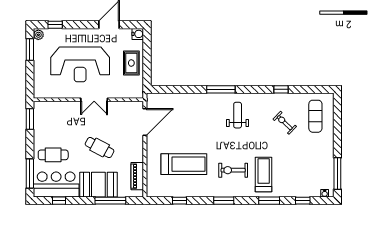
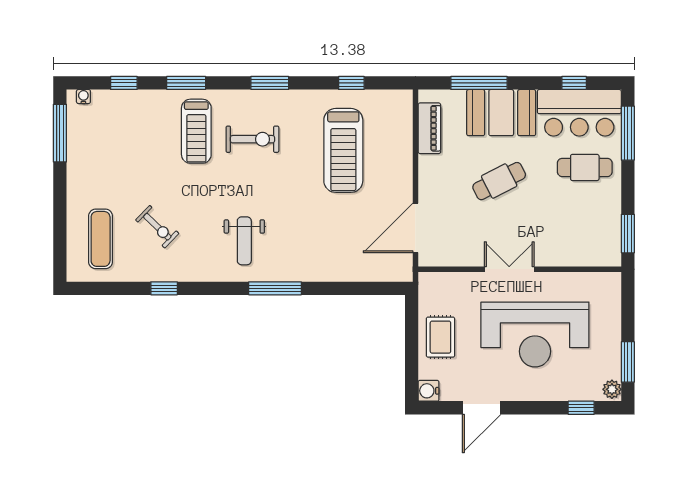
reception desk: (80, 64) -> (535, 335), turned 180
cafe table: (100, 148) -> (499, 181), turned -55
treadmill: (184, 164) -> (343, 150), turned -90

